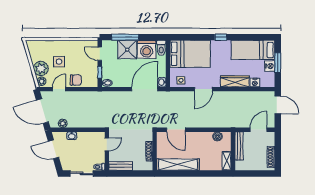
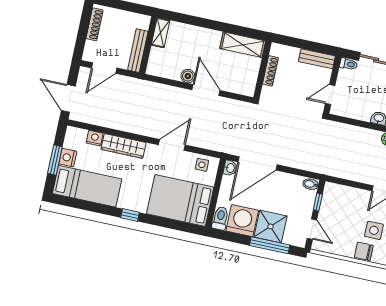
chair: (76, 80) -> (364, 251), moved
door: (176, 130) -> (206, 90), moved
boiler: (218, 136) -> (188, 76), moved
shelving: (178, 165) -> (243, 45), width x0.68

